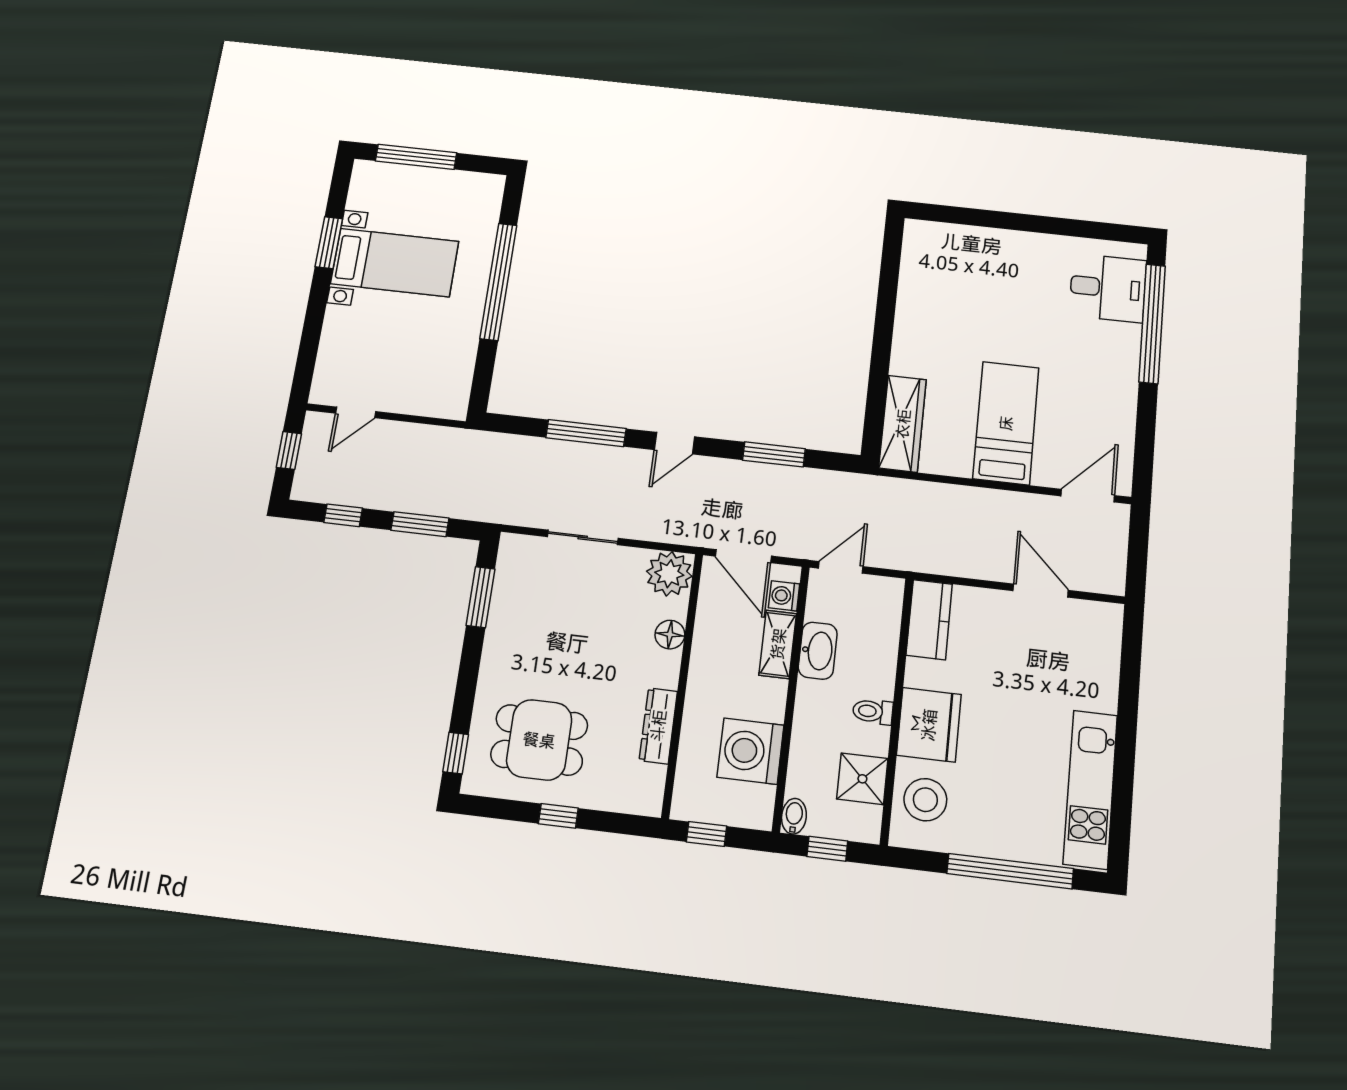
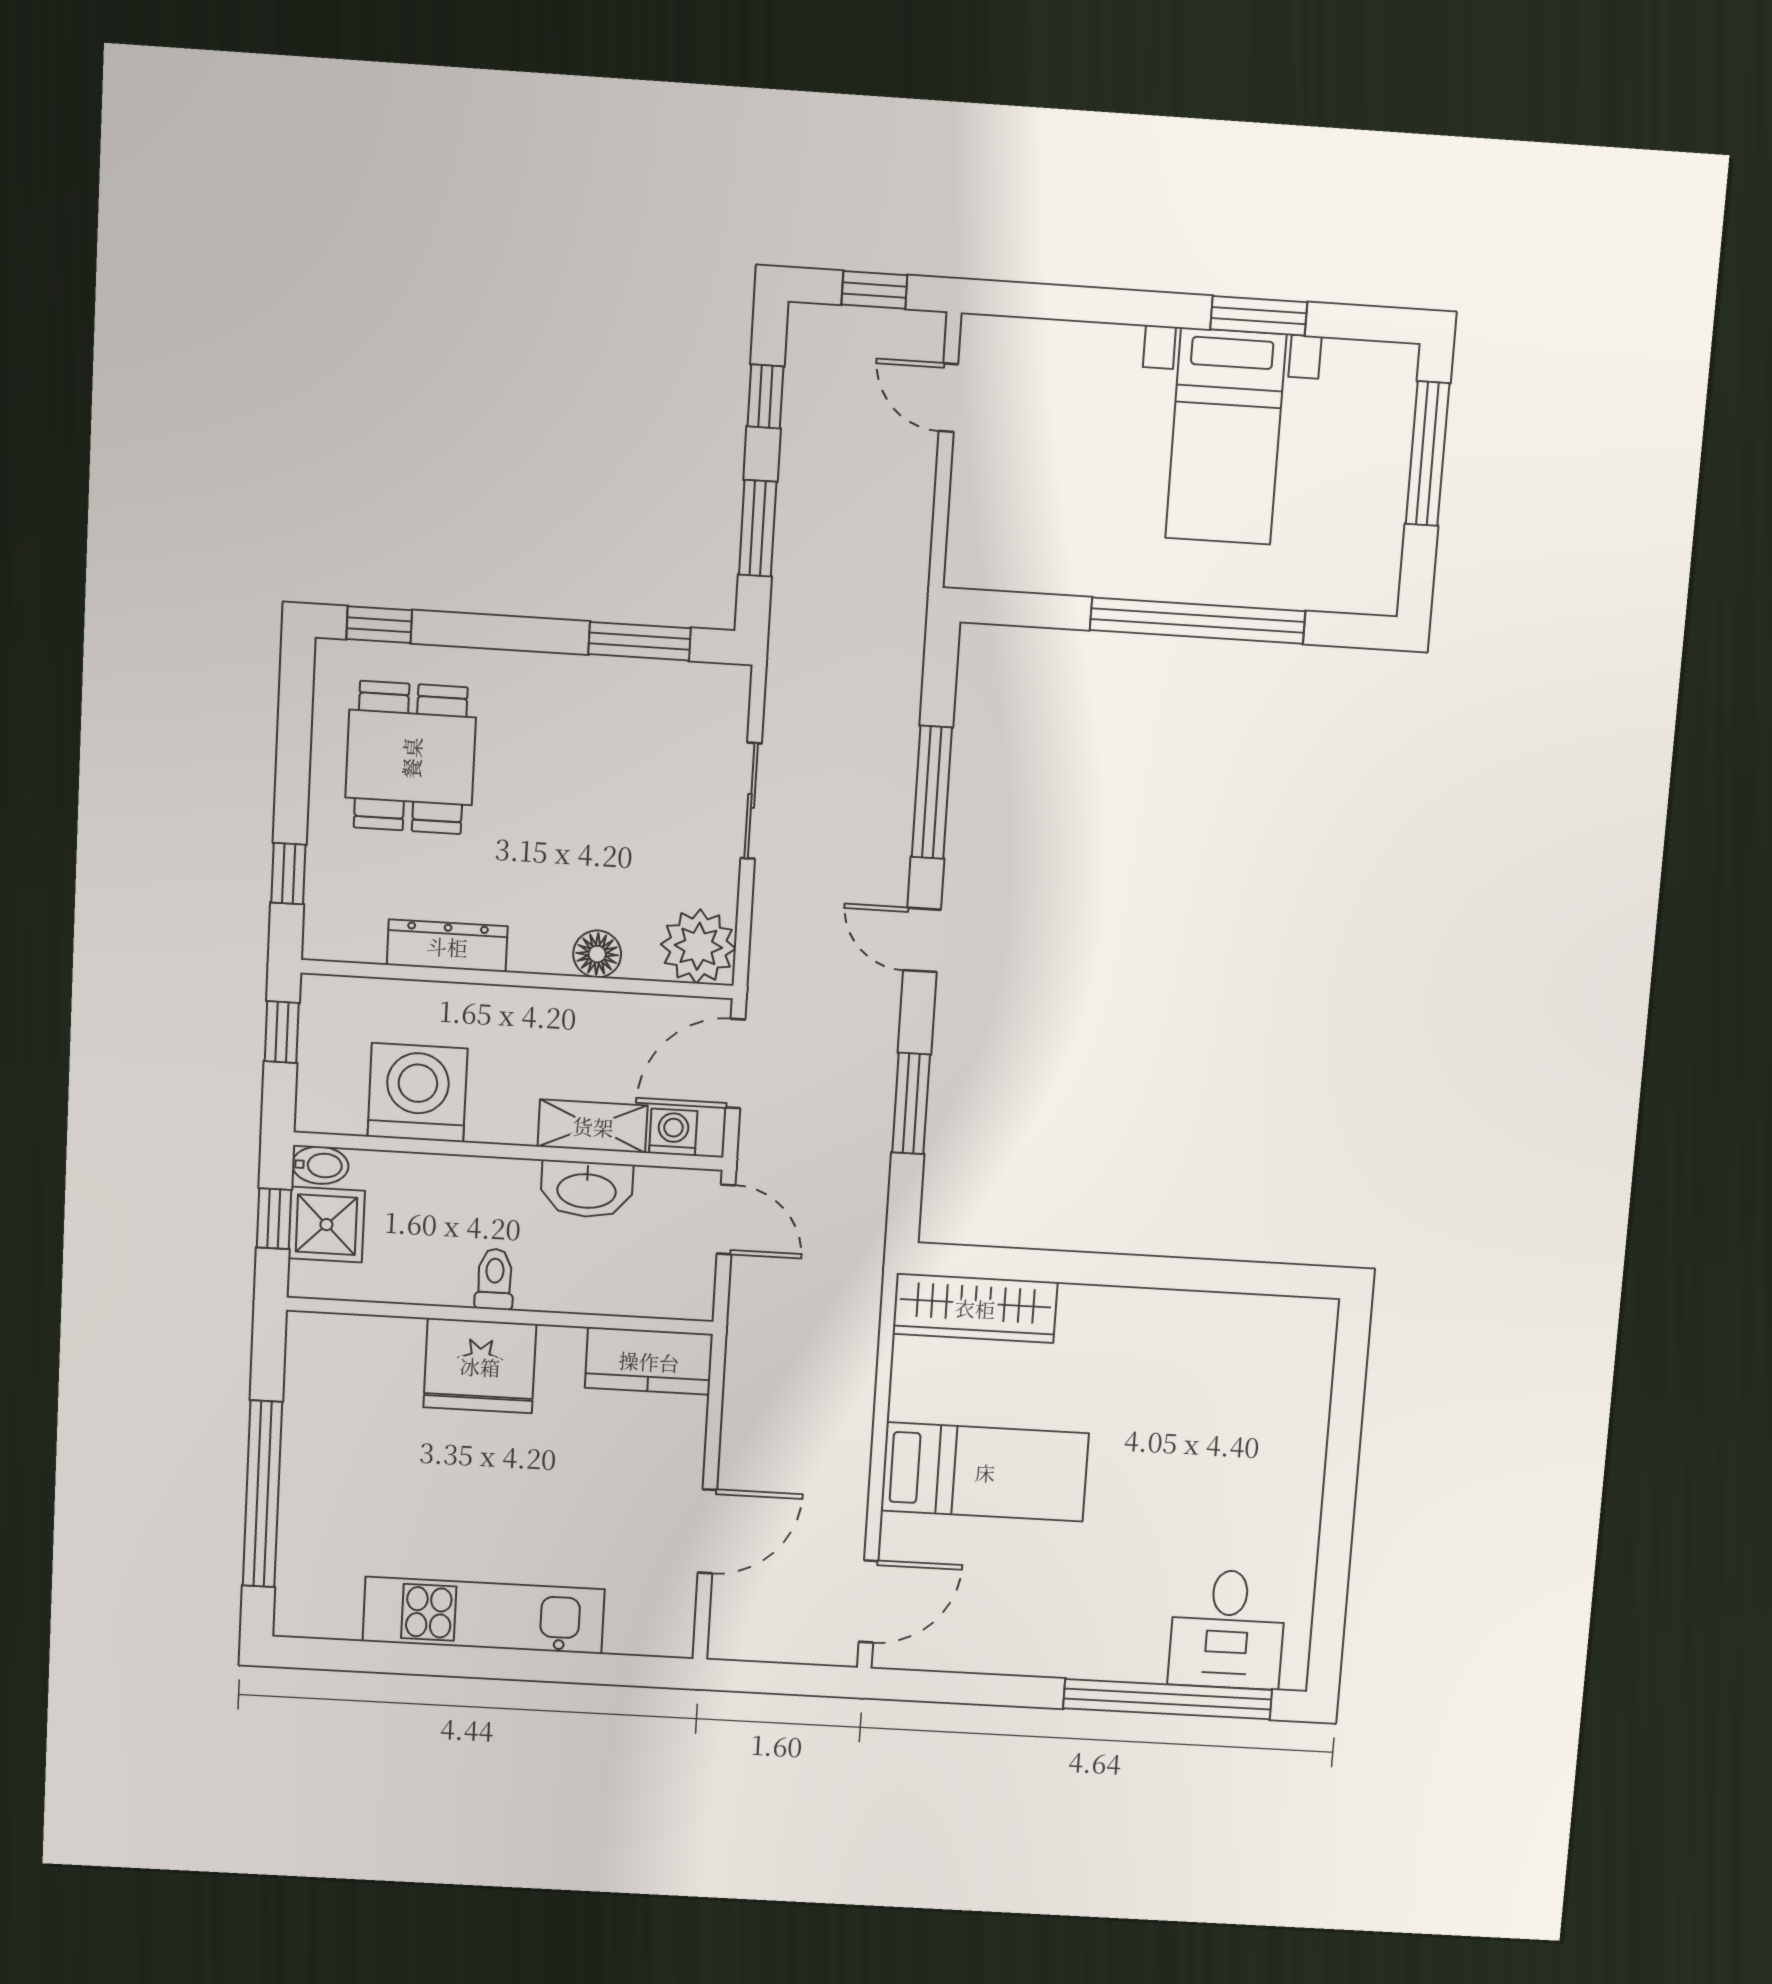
door: (1088, 496) -> (869, 1601), hinge flipped
shower: (862, 779) -> (326, 1225), moved
kitchen unit: (1090, 789) -> (484, 1615), moved
stool: (925, 800) -> (362, 1364), removed
window: (558, 816) -> (288, 874), moved

